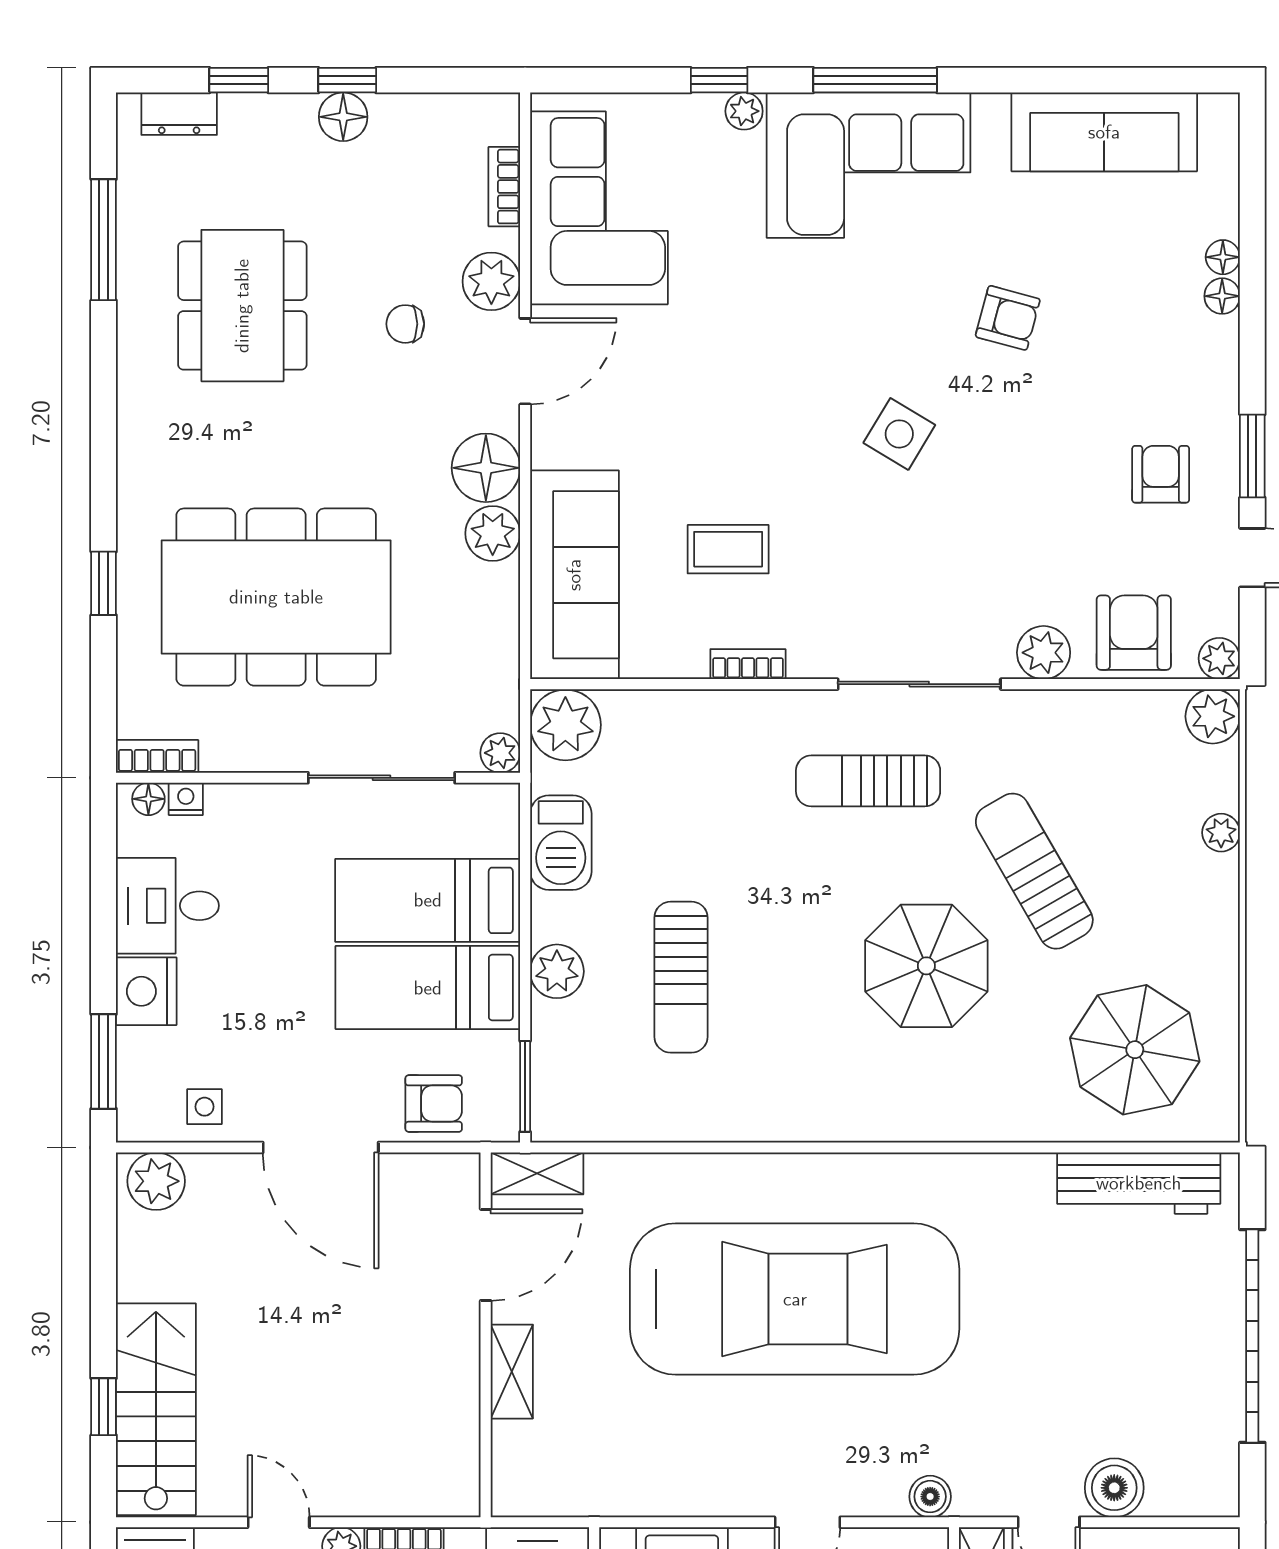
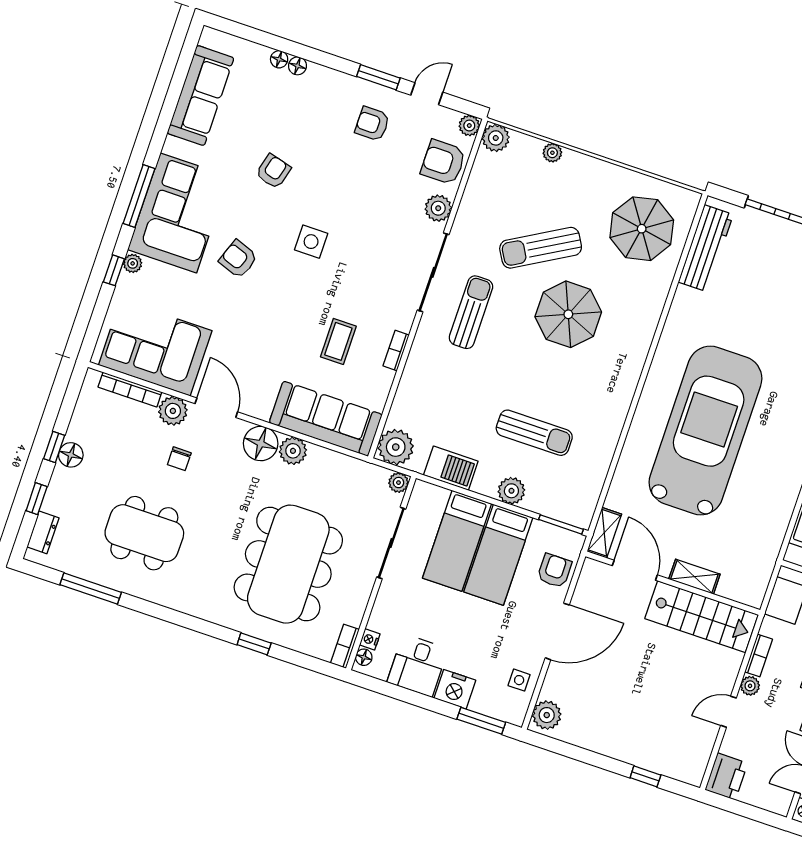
bookcase: (504, 187) -> (130, 390), width x1.56
armchair: (820, 308) -> (238, 259), added
side table: (899, 434) -> (311, 242), turned -31
sun lounger: (868, 781) -> (471, 312), turned 180
stairs: (156, 1409) -> (702, 617), moved, turned 180

